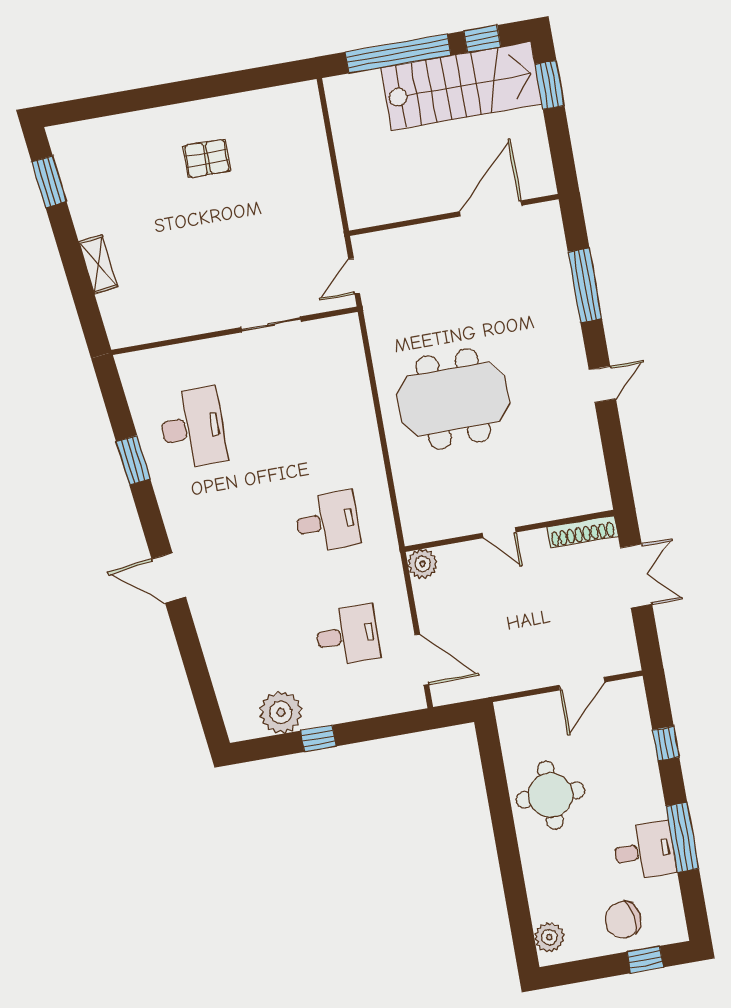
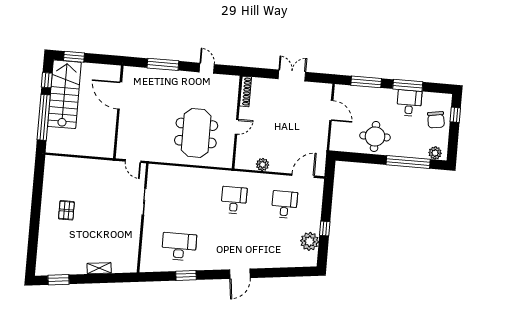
wall: (509, 531) -> (237, 122), moved
shoe rack: (582, 532) -> (246, 91), moved
door: (499, 533) -> (237, 127), moved
window: (666, 744) -> (366, 82), width x2.17
window: (514, 883) -> (408, 162), added

